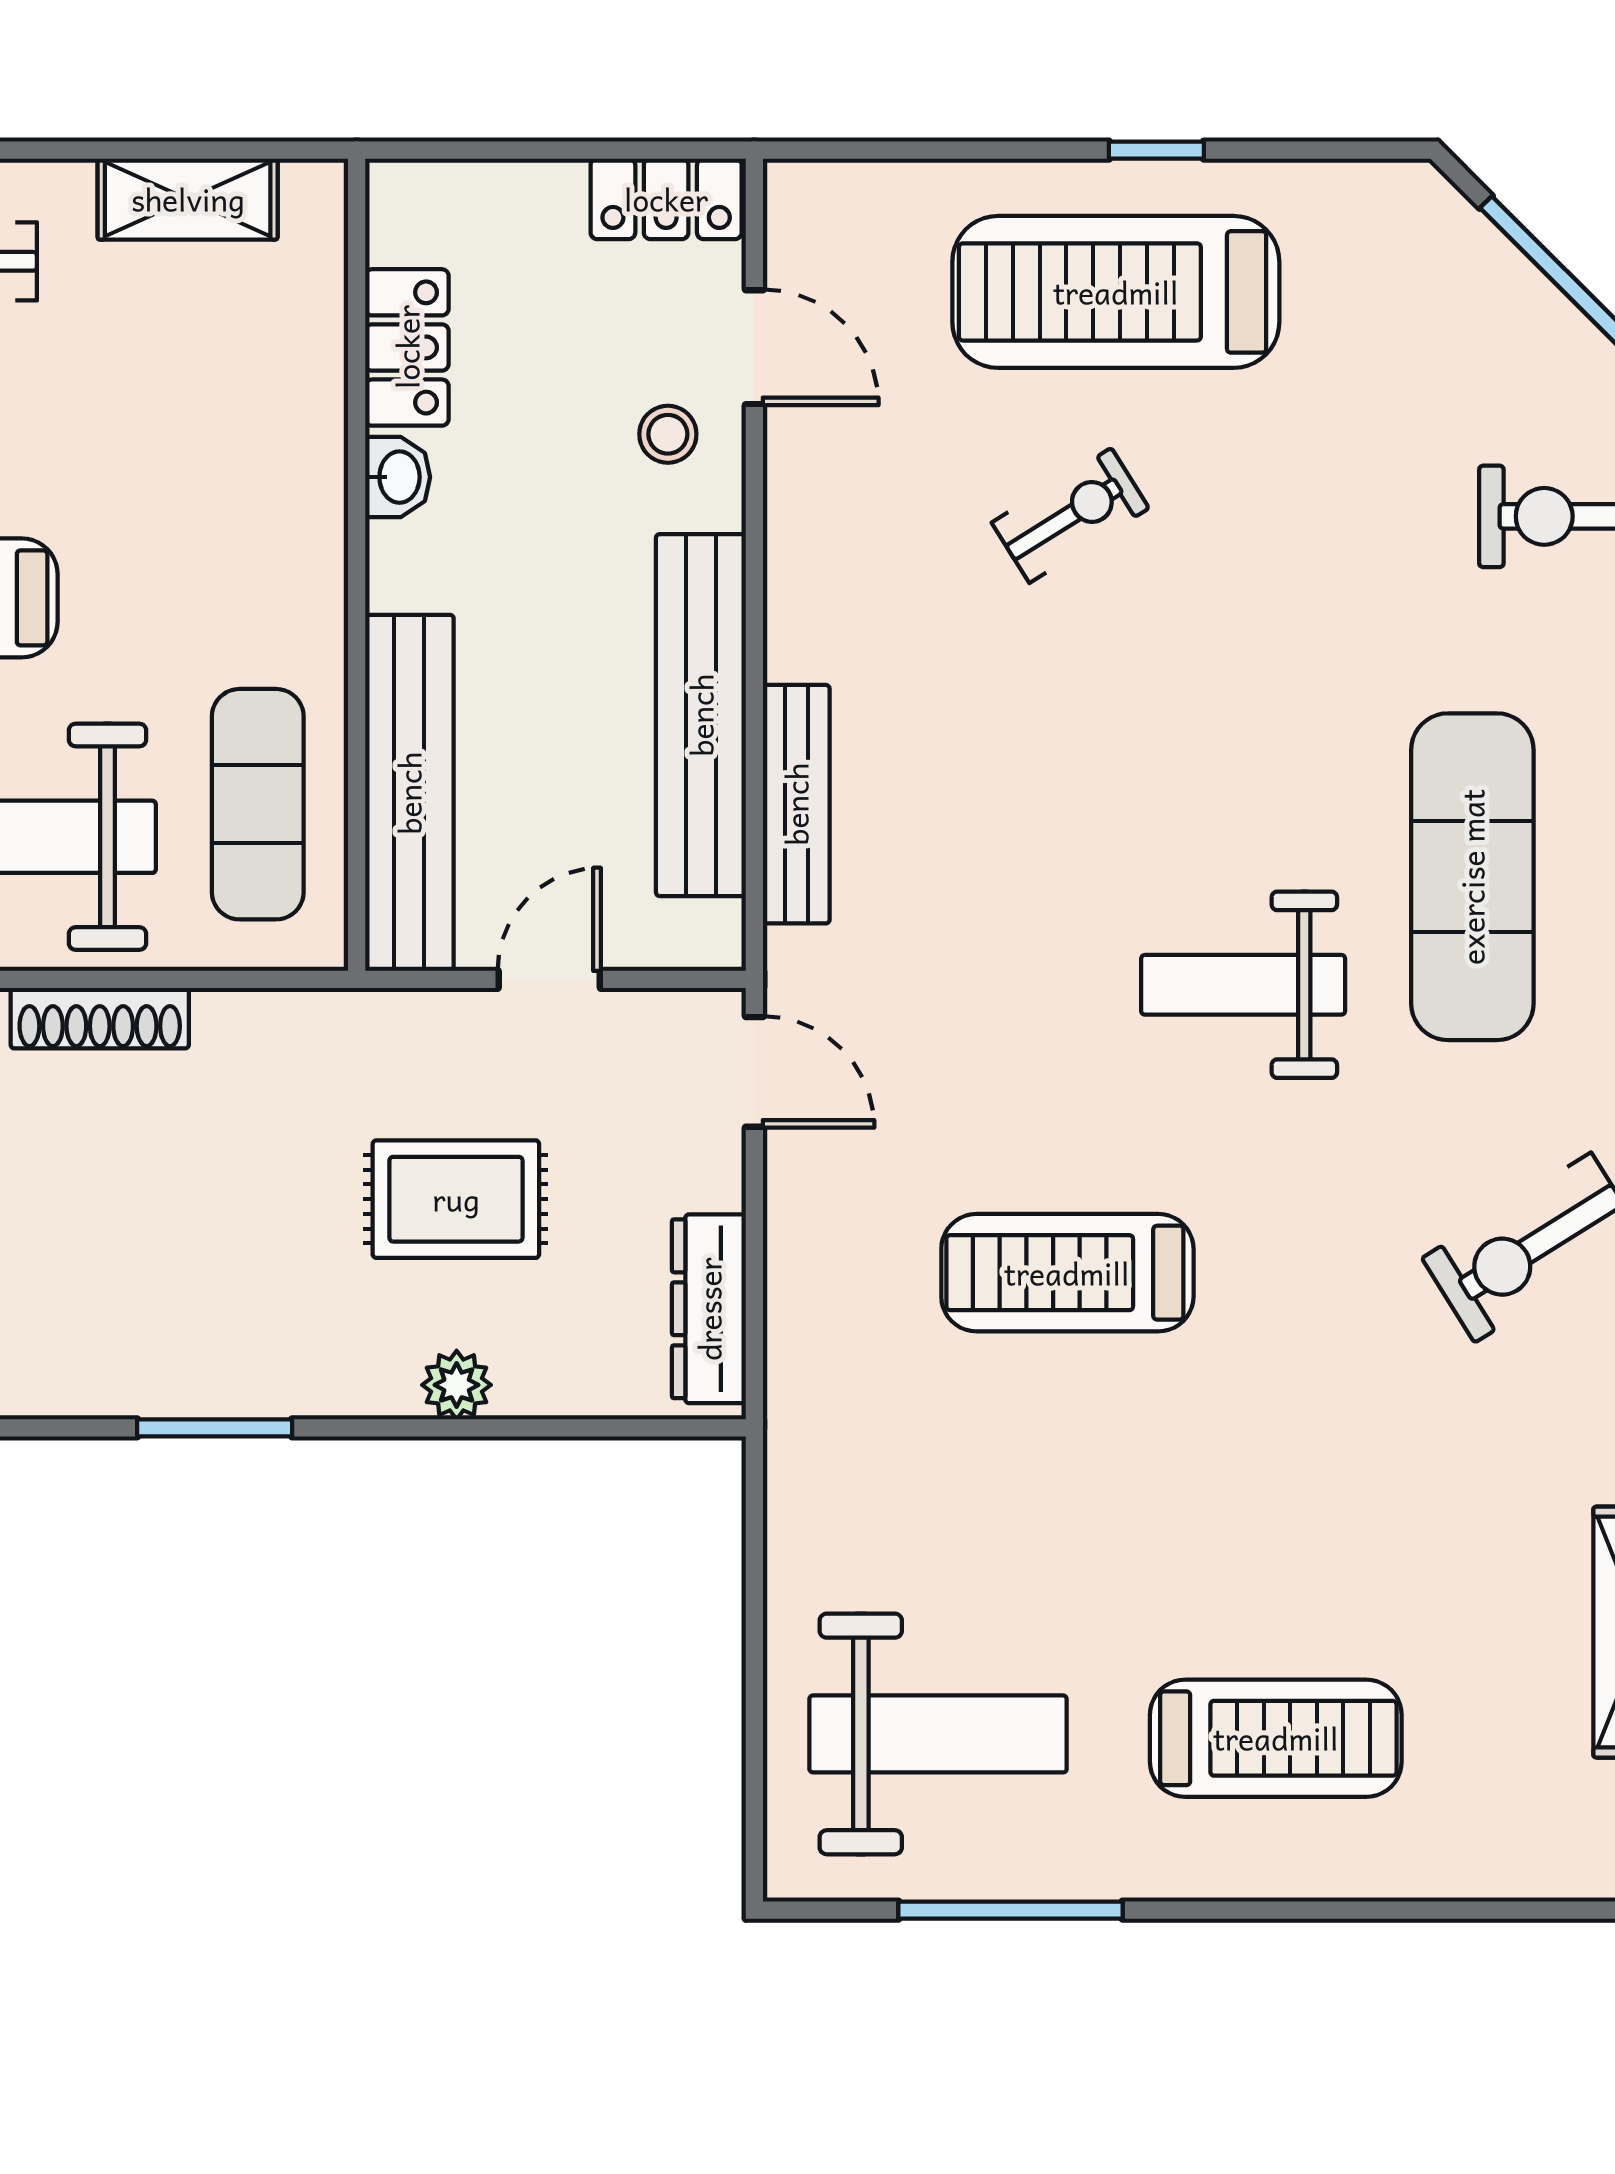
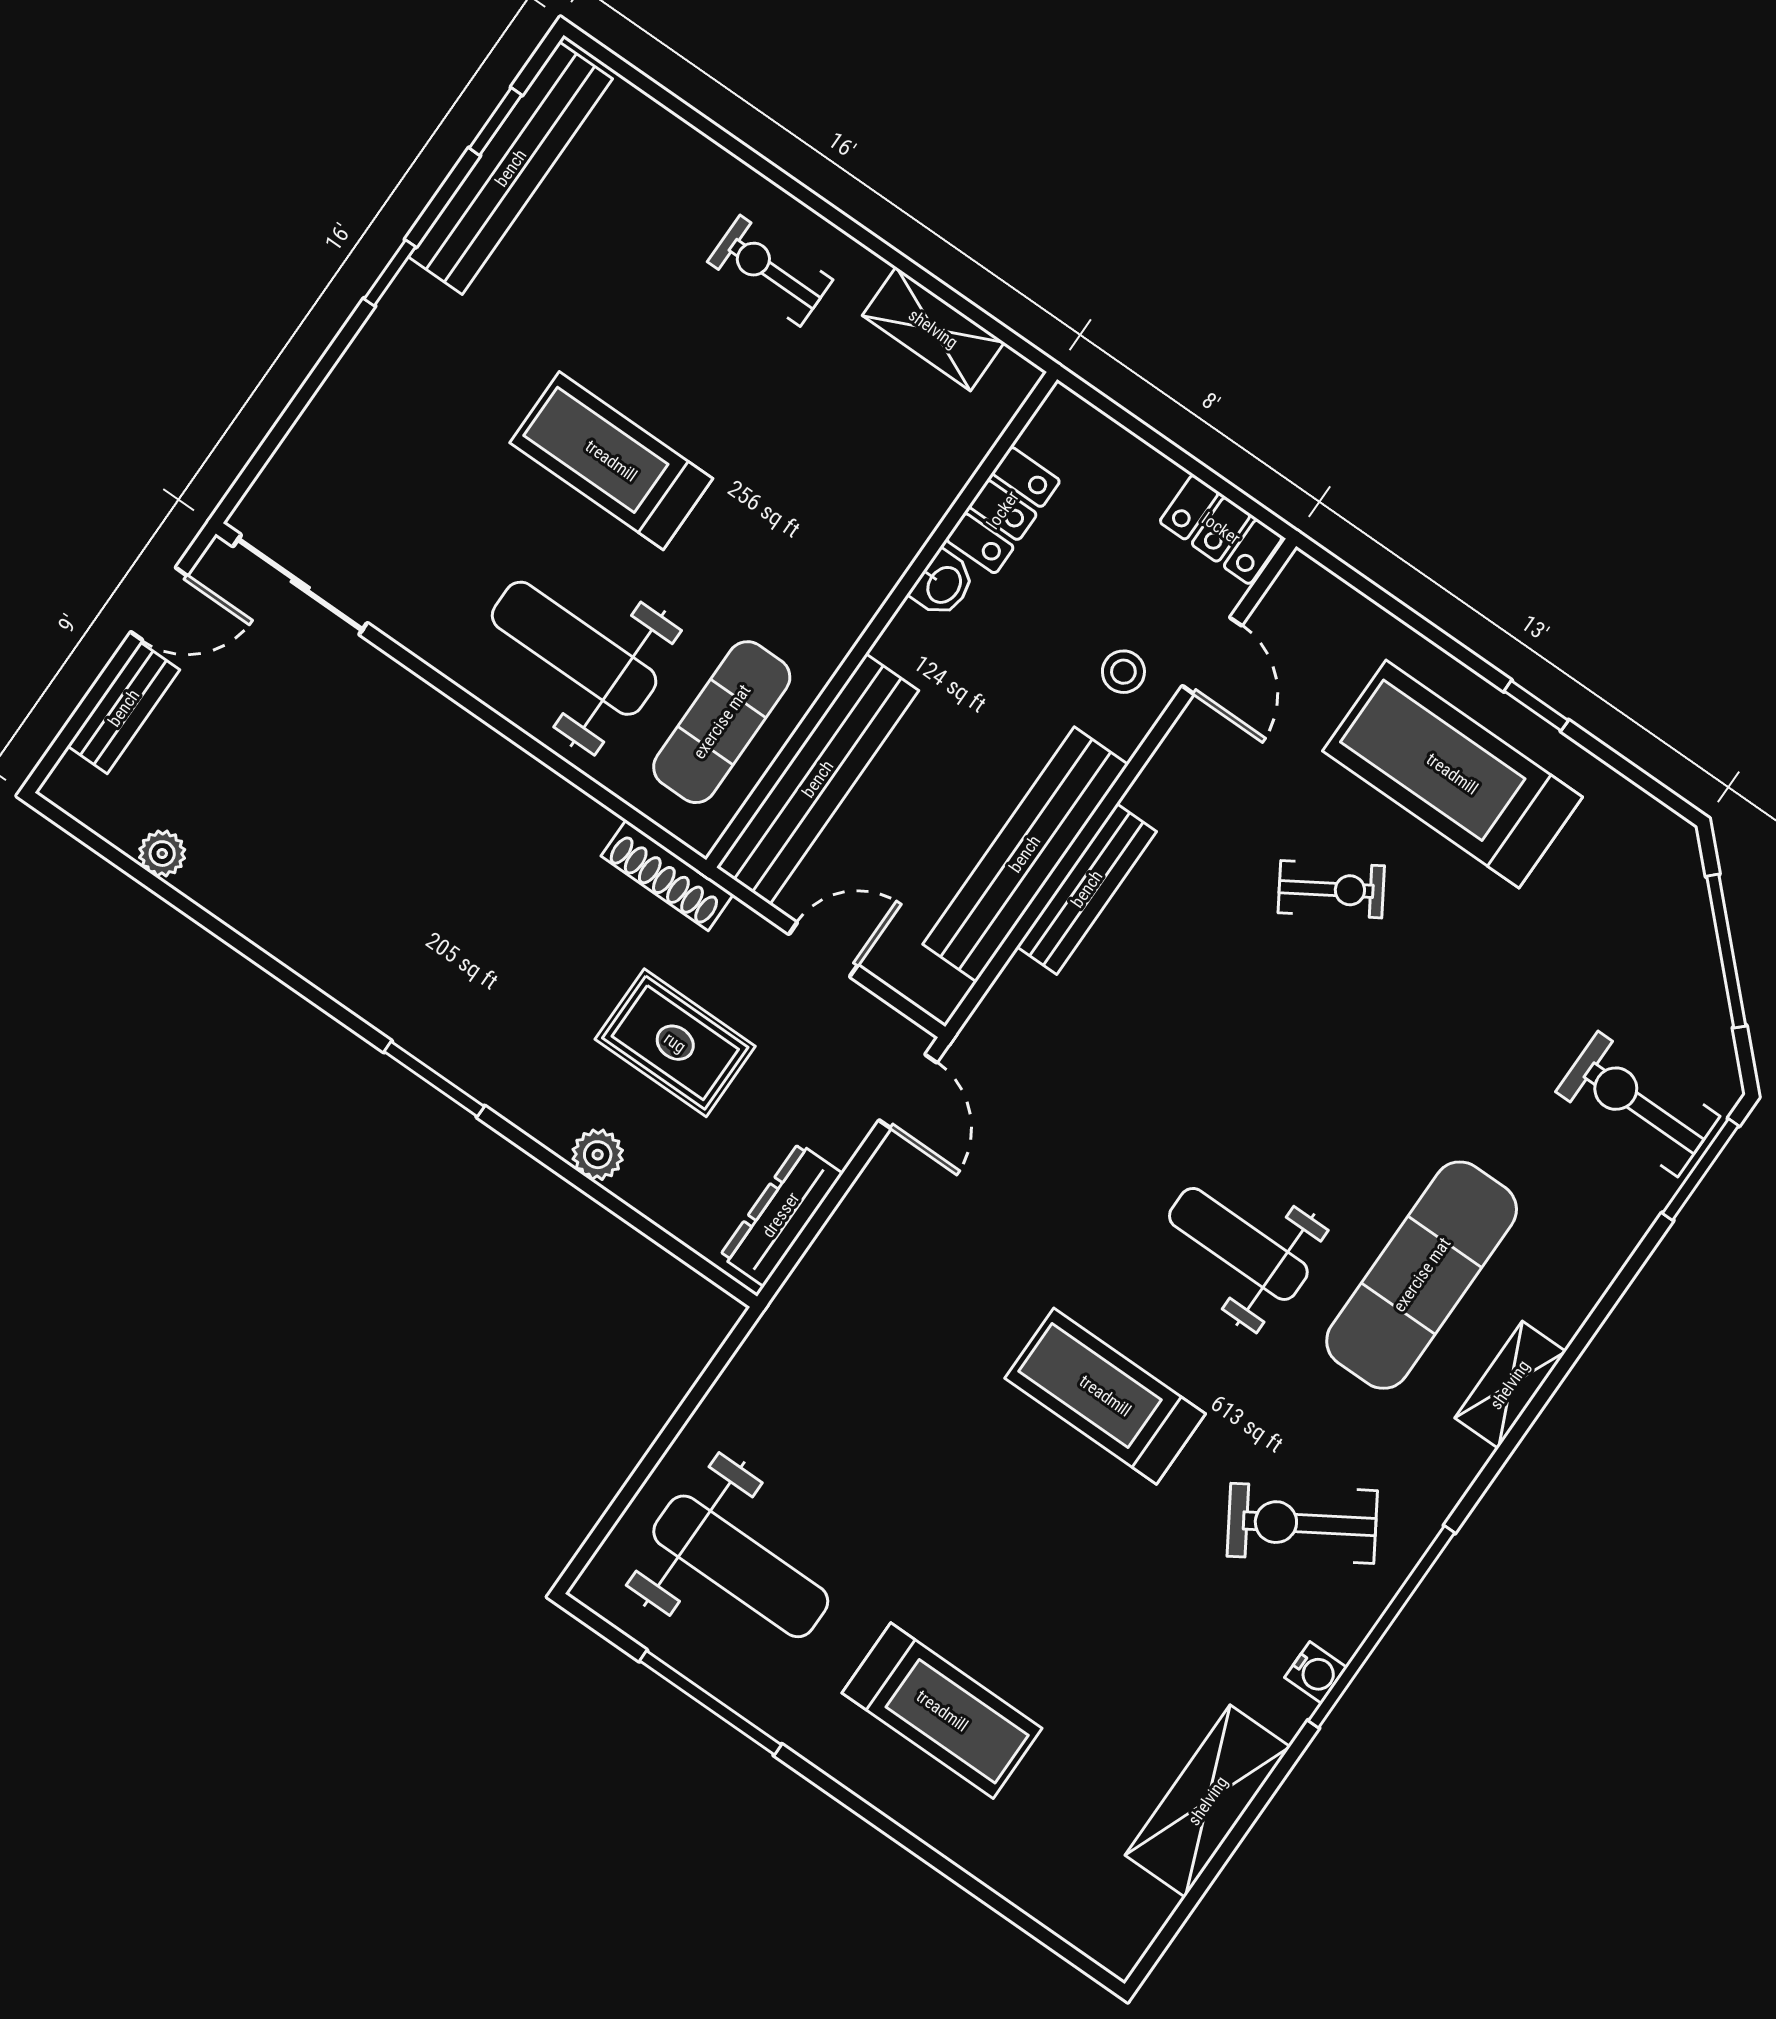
bench: (796, 804) -> (1087, 889), moved
shoe rack: (100, 1018) -> (667, 875), moved
treadmill: (1067, 1273) -> (1105, 1396), moved

